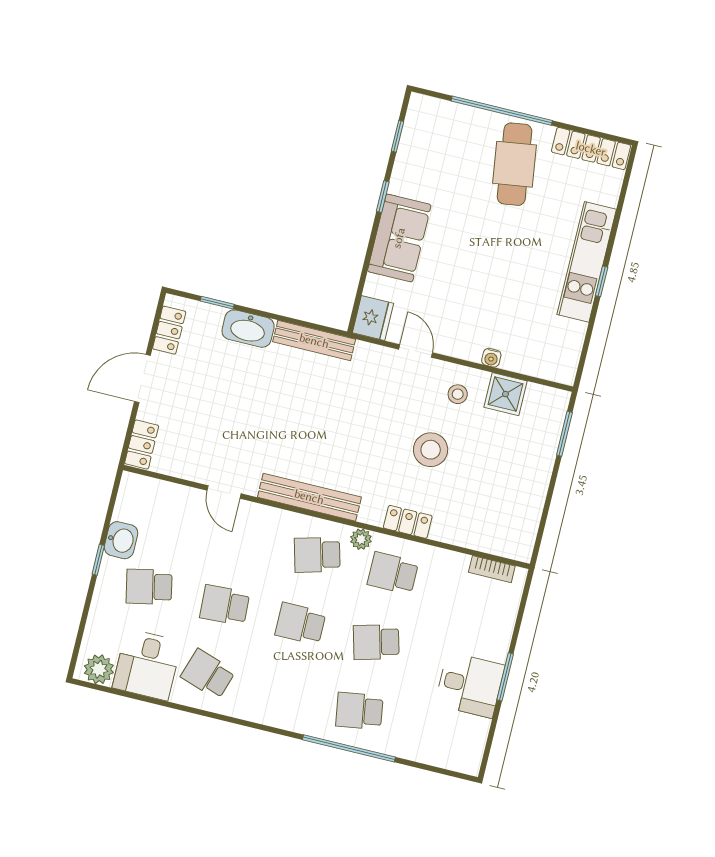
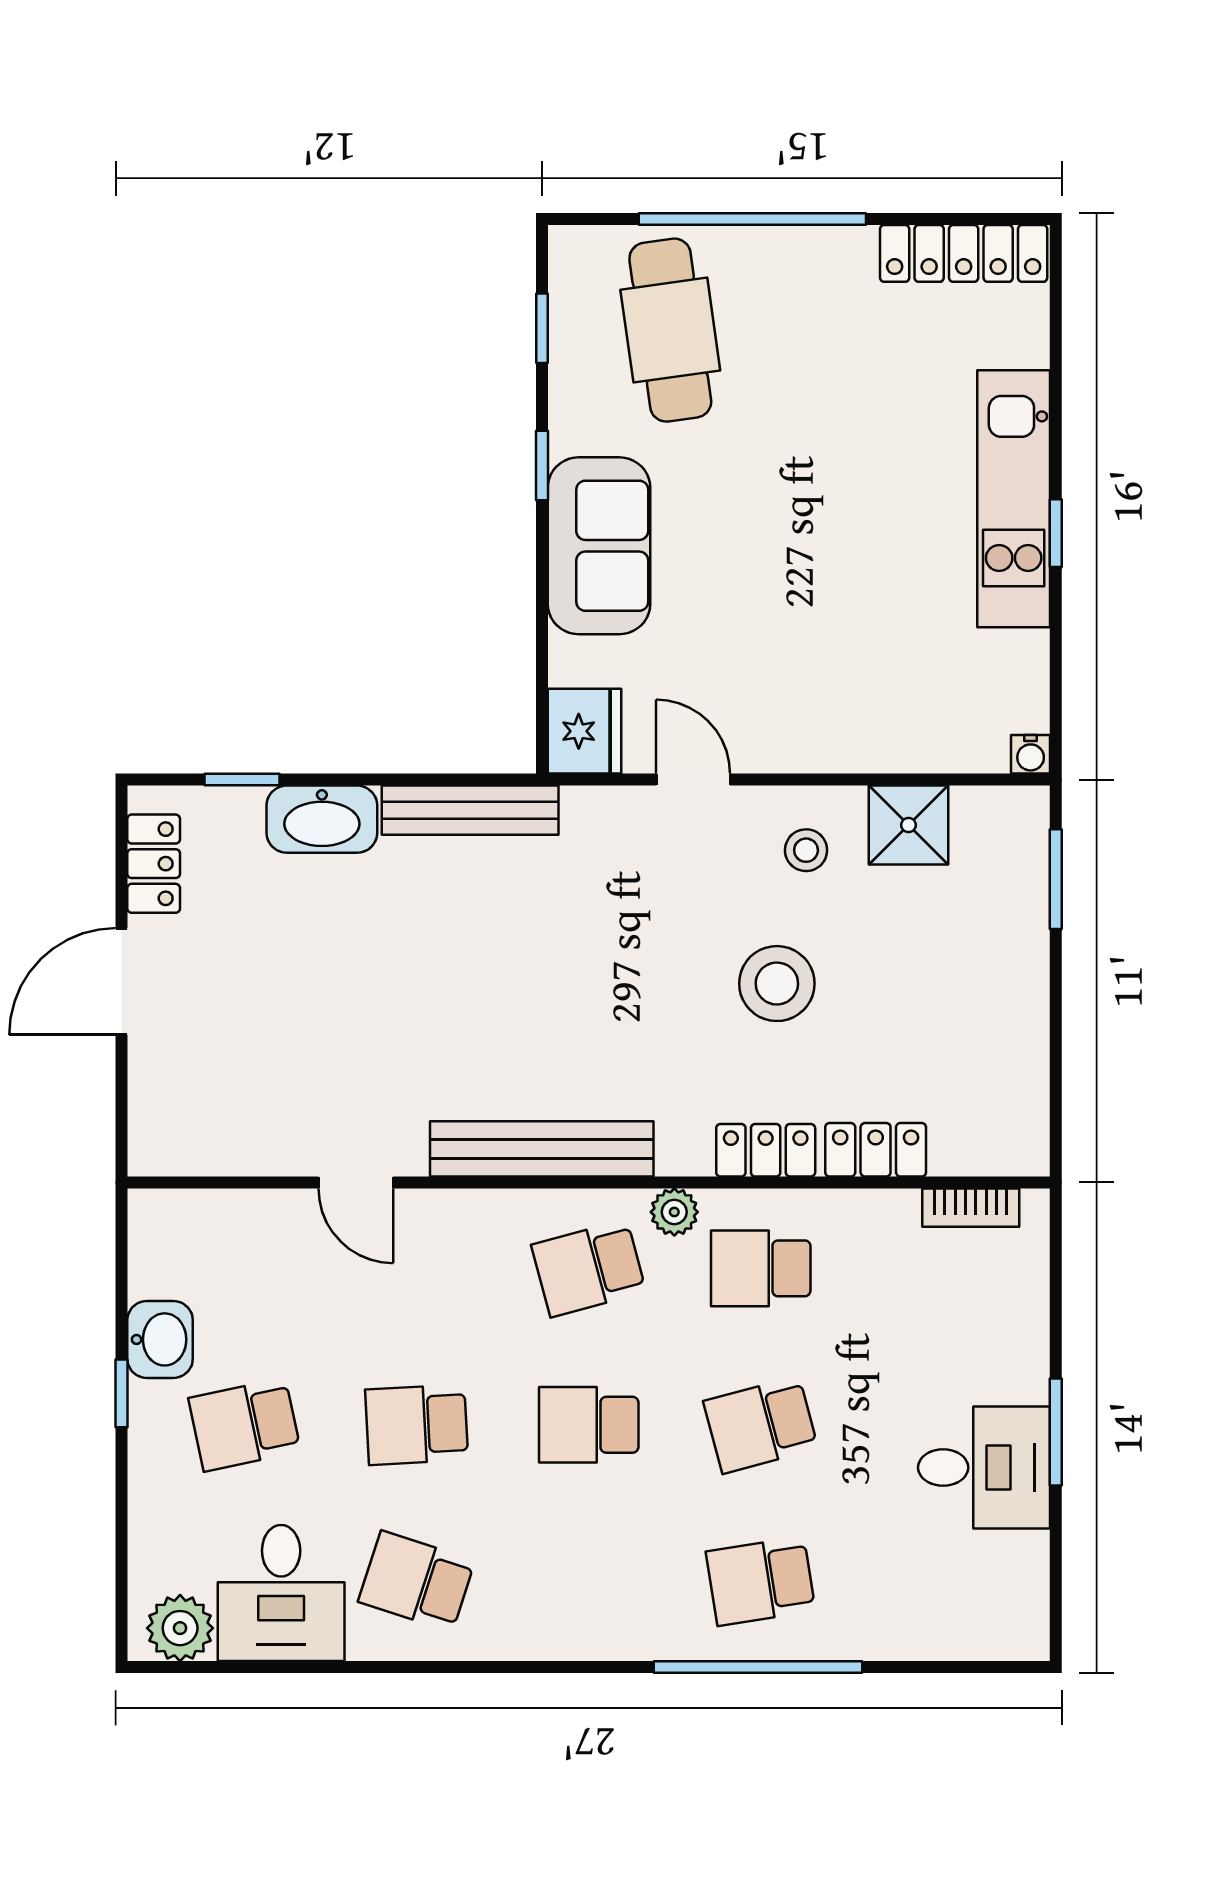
cafe table: (515, 164) -> (670, 330), moved
water cooler: (491, 358) -> (1031, 754), moved
locker: (142, 444) -> (876, 1150), moved, turned -90

